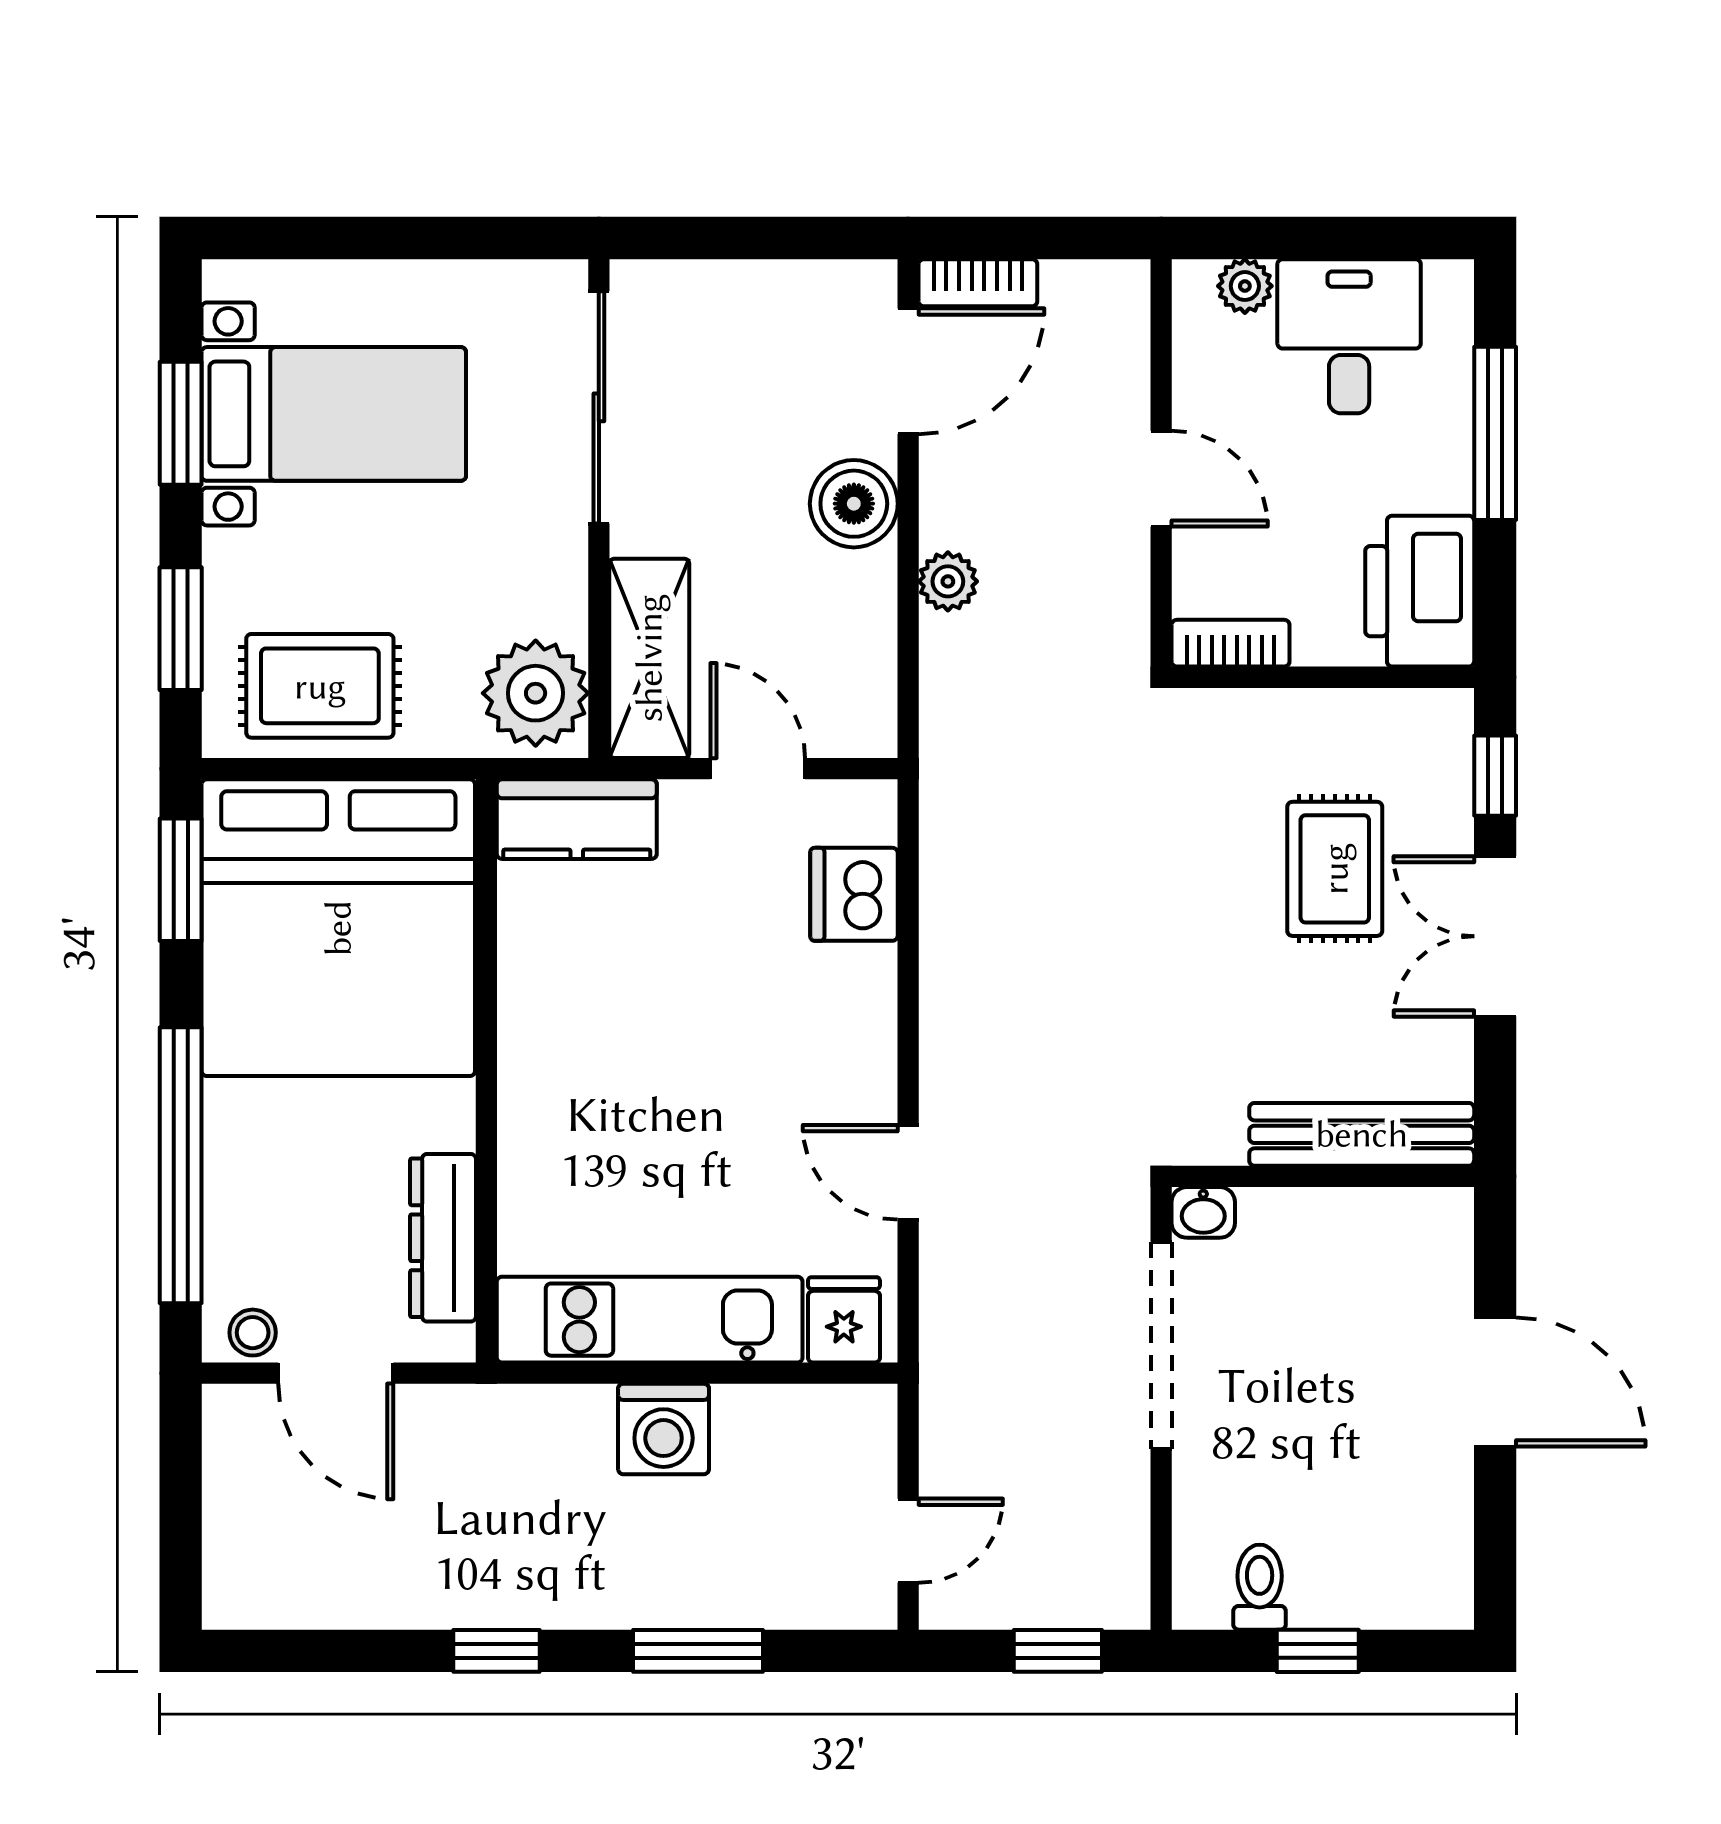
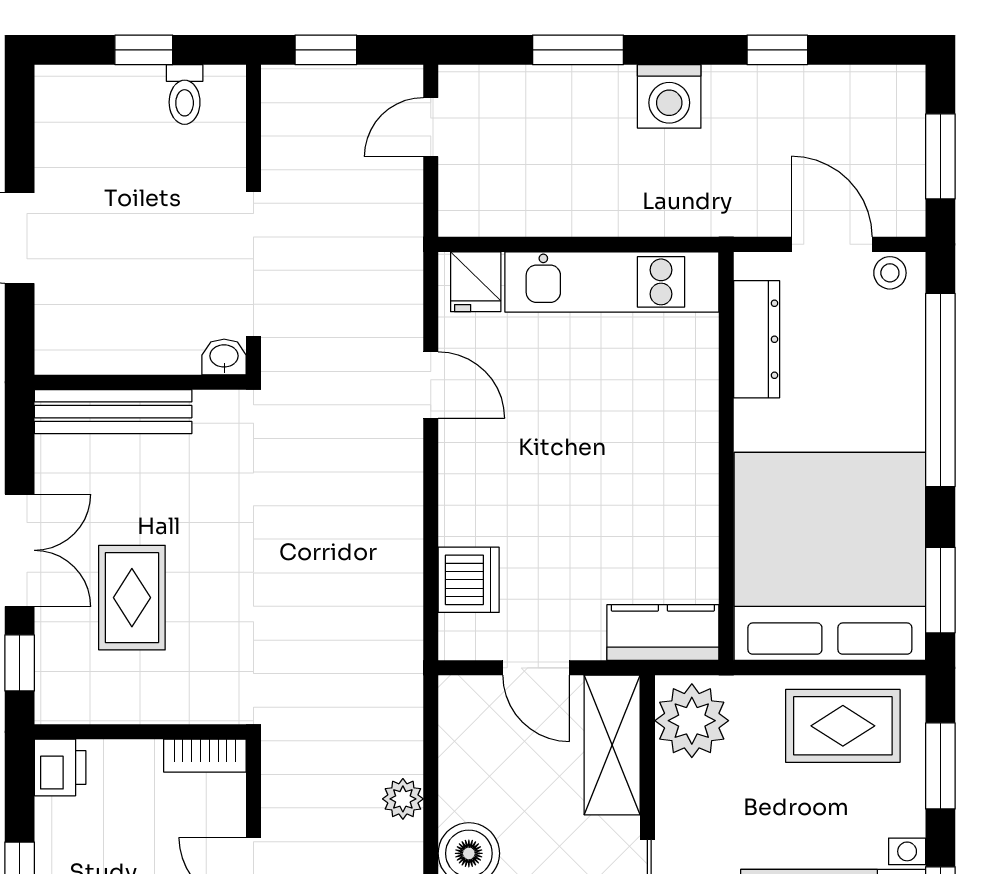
printer: (1420, 591) -> (60, 767), width x0.53, depth x0.68
washing machine: (664, 1429) -> (669, 96), moved, turned 180
window: (181, 1499) -> (940, 156), added
window: (497, 1651) -> (777, 50), moved

